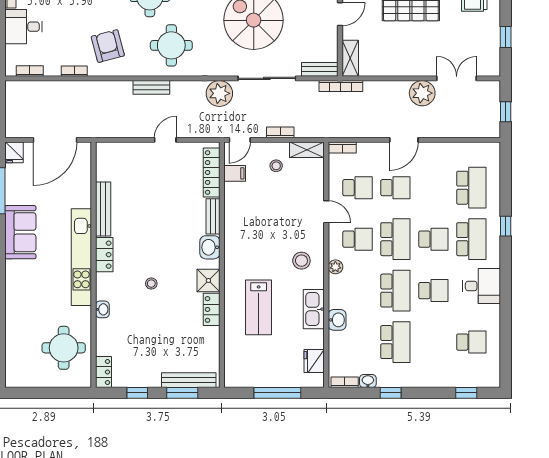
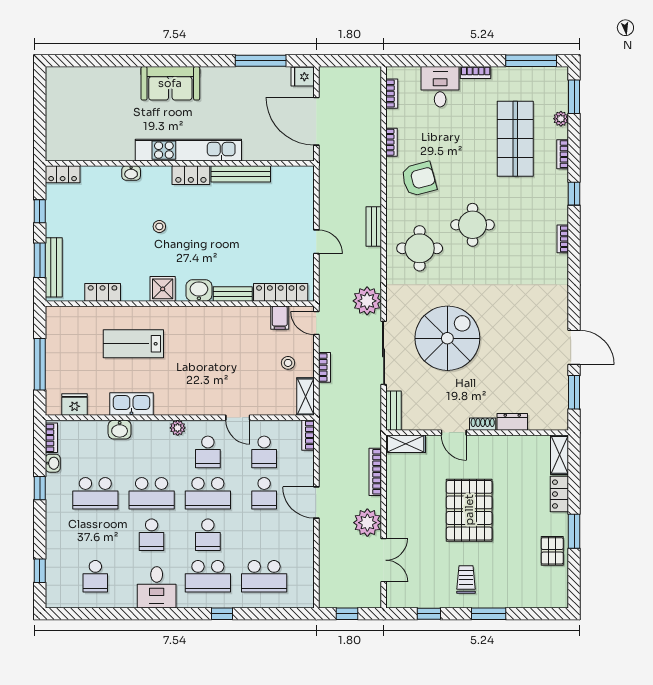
bookcase: (341, 86) -> (375, 472), moved
door: (326, 212) -> (238, 418), hinge flipped
sofa: (20, 232) -> (170, 83), moved
stool: (301, 261) -> (184, 391), removed
locker: (212, 309) -> (103, 292), moved
round table: (64, 348) -> (89, 131), removed

